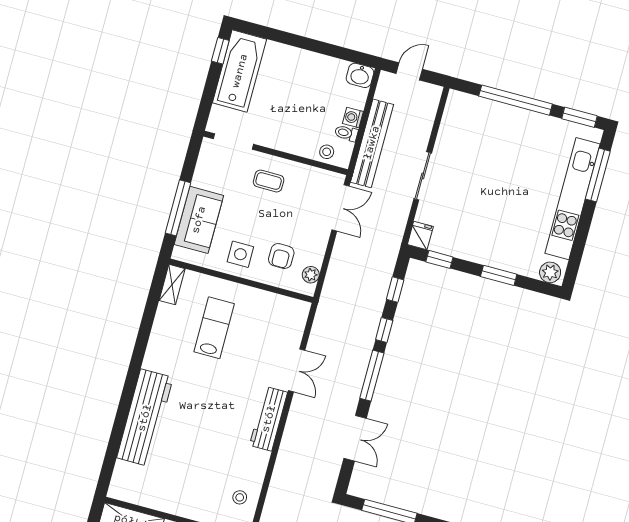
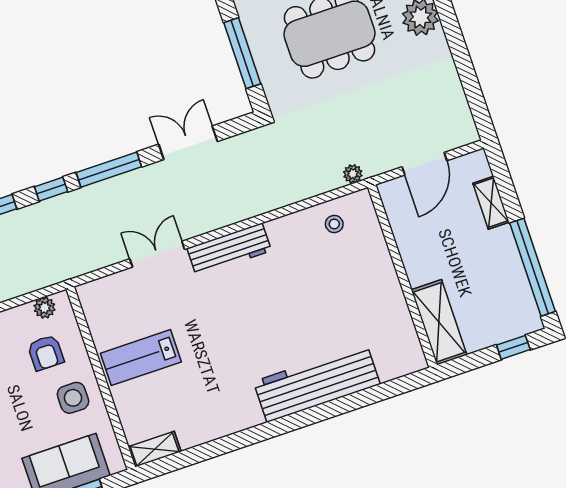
armchair: (281, 256) -> (46, 353), turned 90
lab bench: (214, 328) -> (141, 358), moved

